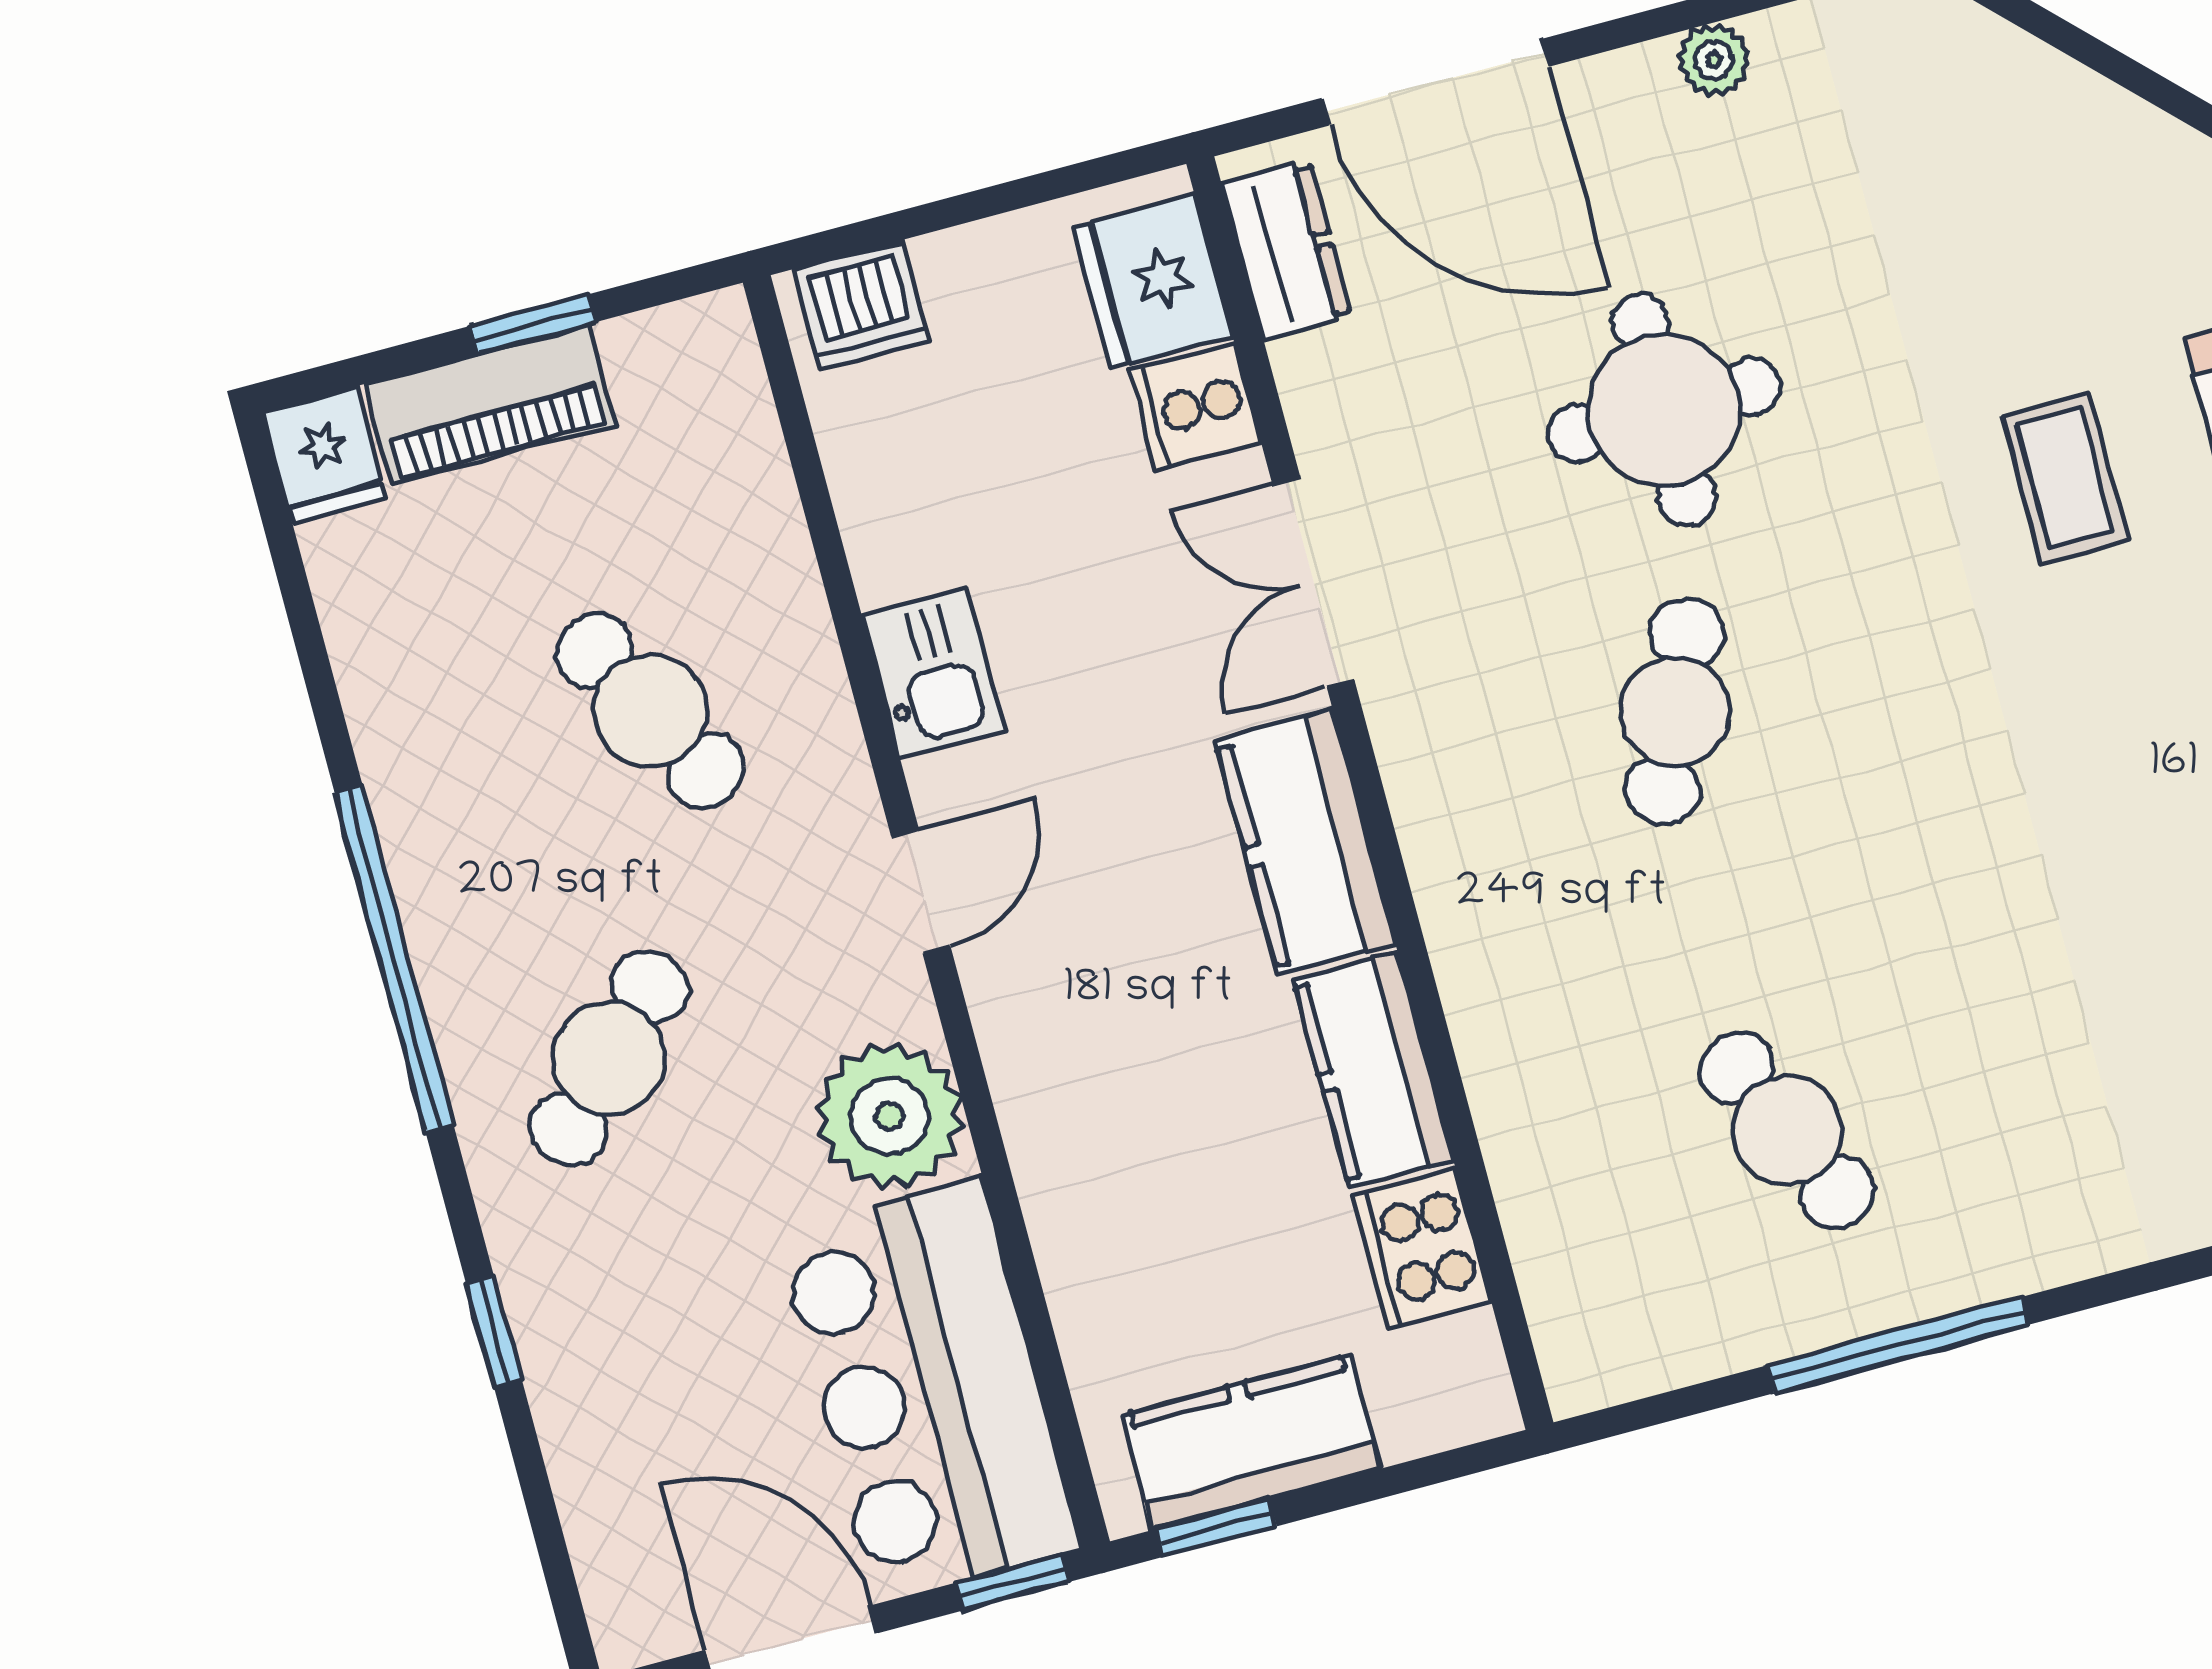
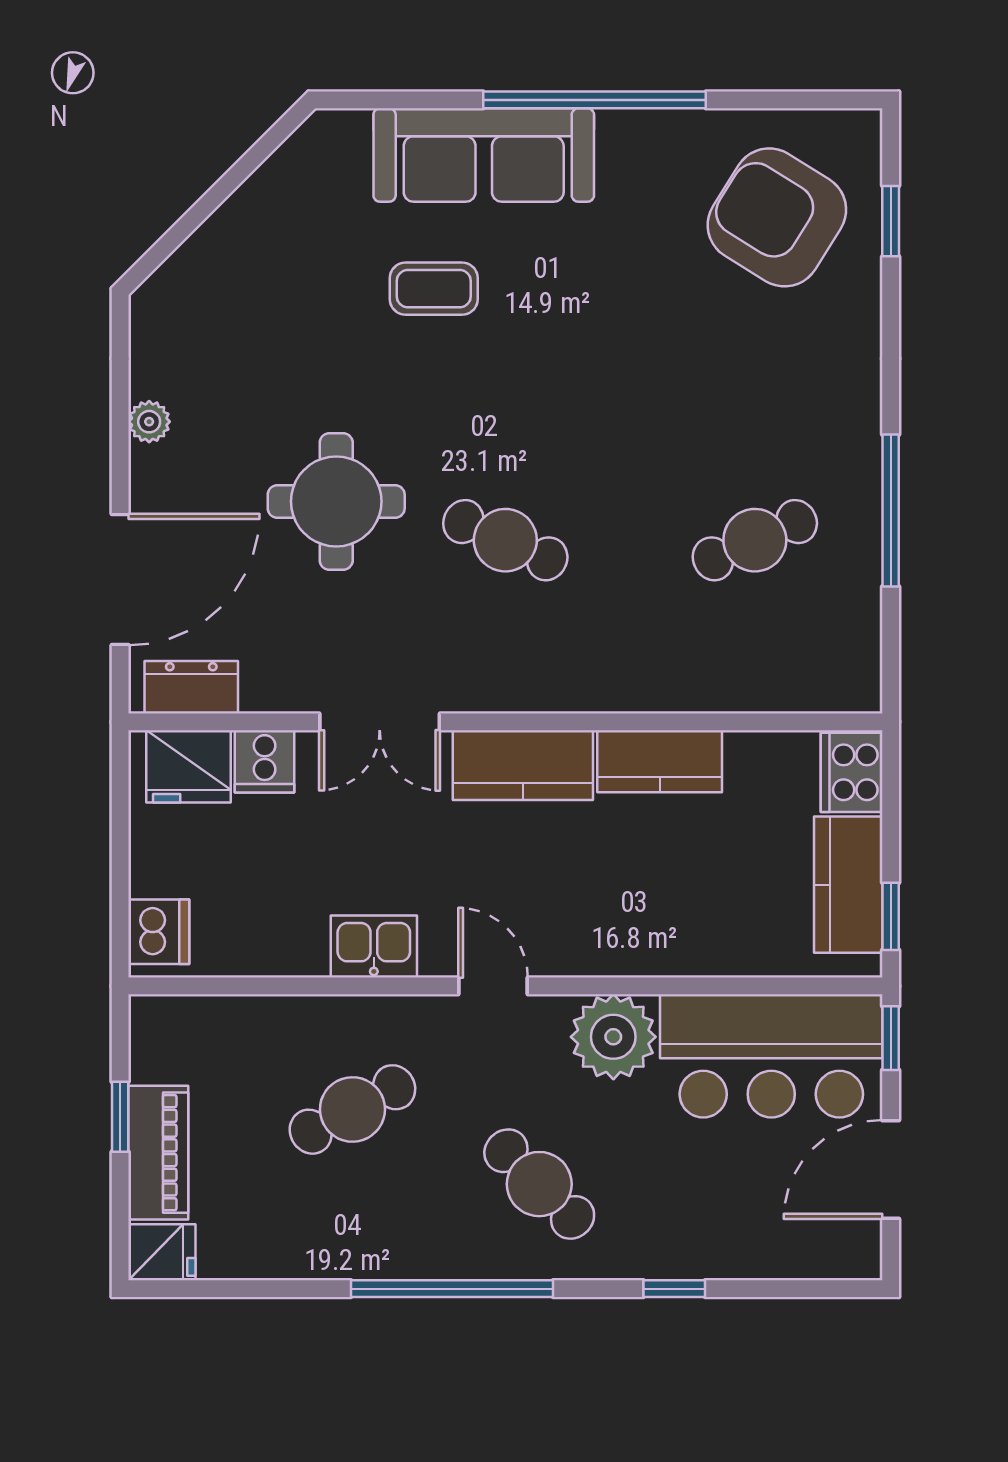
cooker: (1422, 1248) -> (852, 772), moved, turned 90

